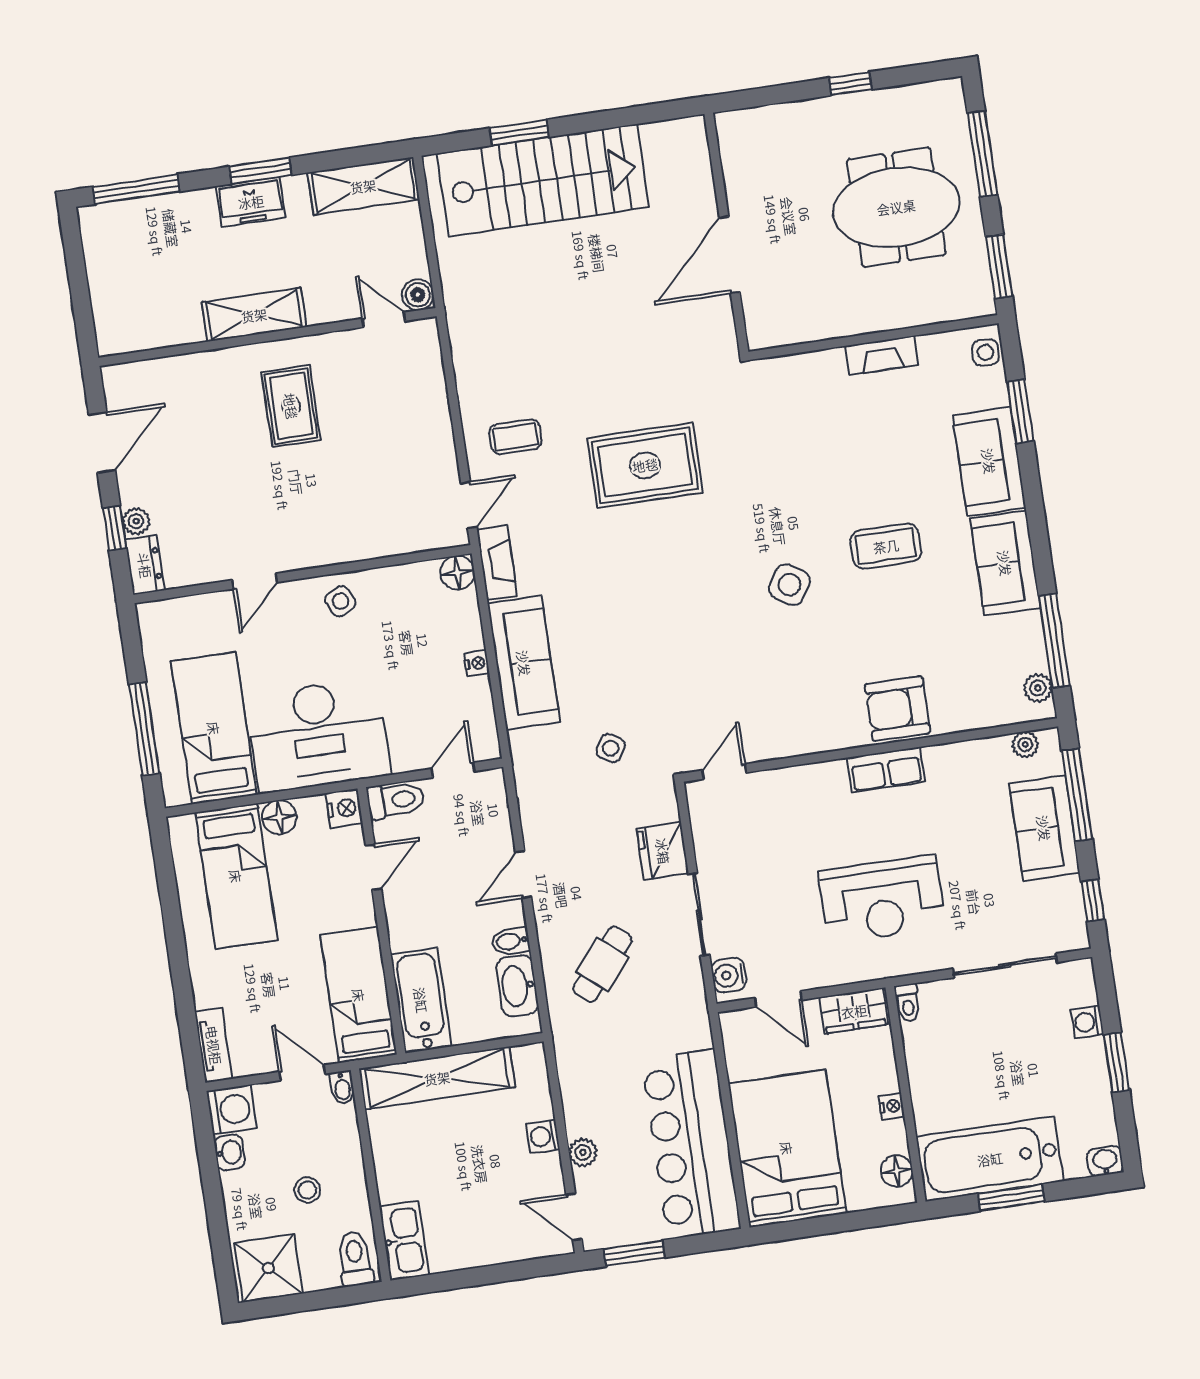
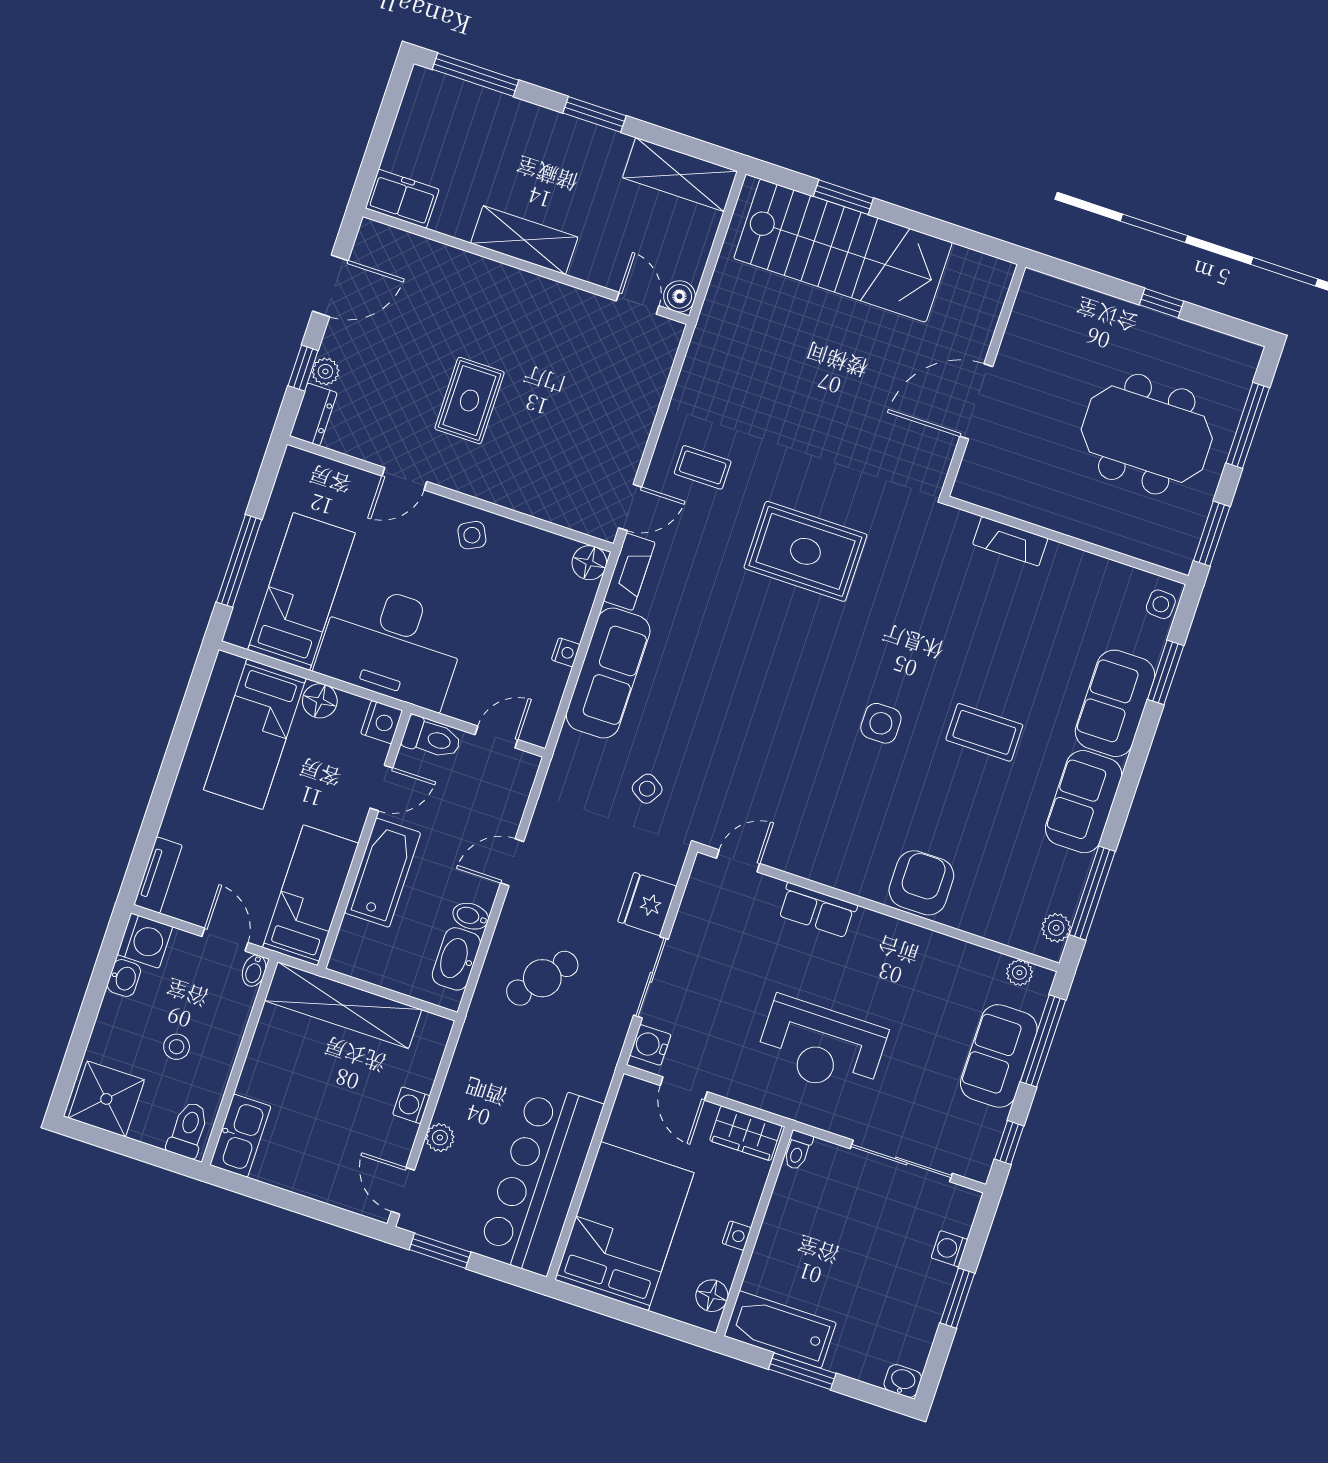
freezer: (251, 202) -> (402, 199), moved, turned 180
fireplace: (882, 355) -> (1010, 541), moved
rug: (291, 406) -> (469, 401), moved
side table: (790, 585) -> (881, 723), turned -33
armchair: (897, 709) -> (921, 883), turned 90
row of seats: (886, 770) -> (817, 910), moved
bathtub: (421, 1000) -> (382, 873), moved
bathtub: (990, 1159) -> (780, 1329), width x0.73, depth x0.73

